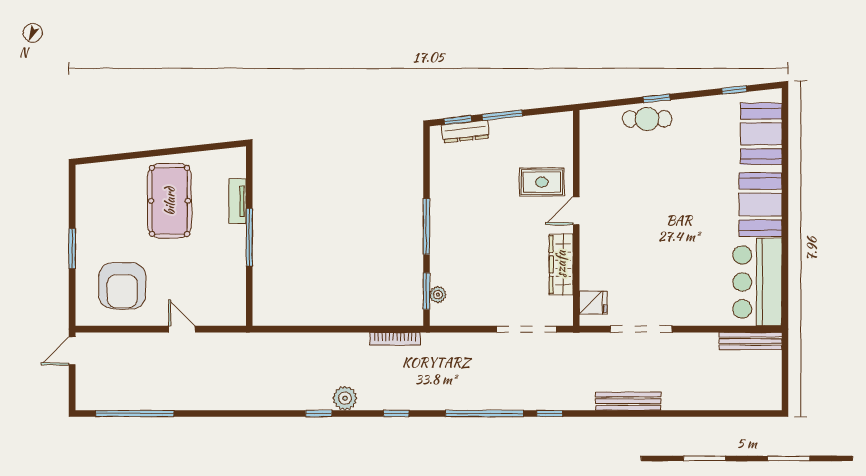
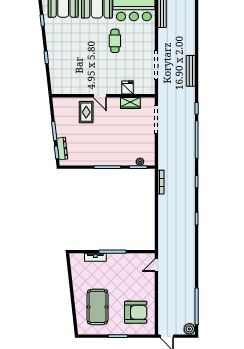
cafe table: (647, 119) -> (115, 41), moved
pool table: (170, 201) -> (97, 307), moved, turned 90
wardrobe: (561, 264) -> (130, 103), width x0.67
fridge: (593, 303) -> (128, 88), moved
door: (182, 329) -> (156, 265), moved
plant: (345, 398) -> (189, 329), moved

